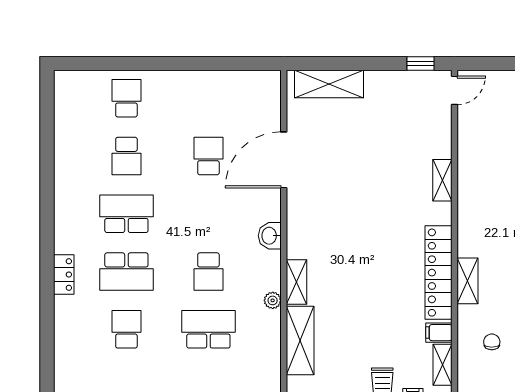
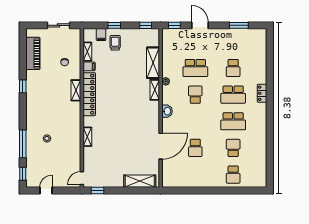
school desk: (126, 272) -> (233, 95), turned 180

